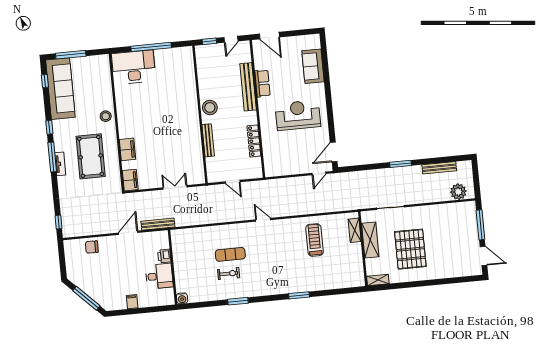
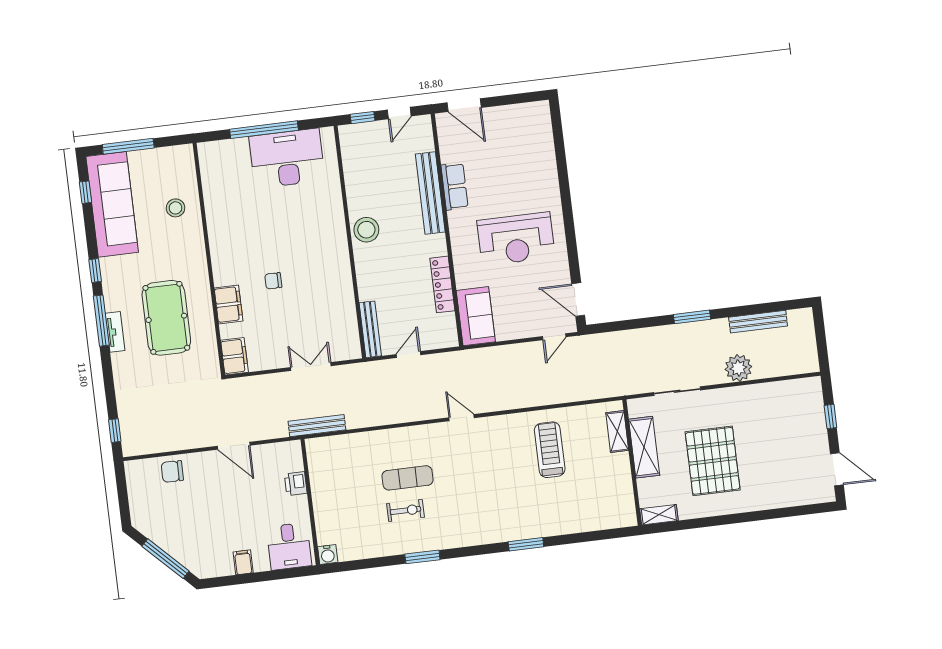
sofa: (313, 66) -> (476, 316), moved, turned 180
desk: (134, 67) -> (287, 158), moved
reception desk: (298, 115) -> (516, 239), turned 180
stool: (106, 116) -> (176, 208), moved
chair: (154, 136) -> (273, 281), added
bench: (208, 140) -> (370, 329), moved
door: (334, 152) -> (578, 300), hinge flipped
door: (233, 182) -> (408, 355), swing flipped
plant: (458, 192) -> (738, 368), moved
bench: (158, 224) -> (317, 426), moved
window: (480, 225) -> (830, 417), width x0.46
door: (128, 233) -> (234, 446), swing flipped
desk: (159, 276) -> (289, 546), moved, turned 90

